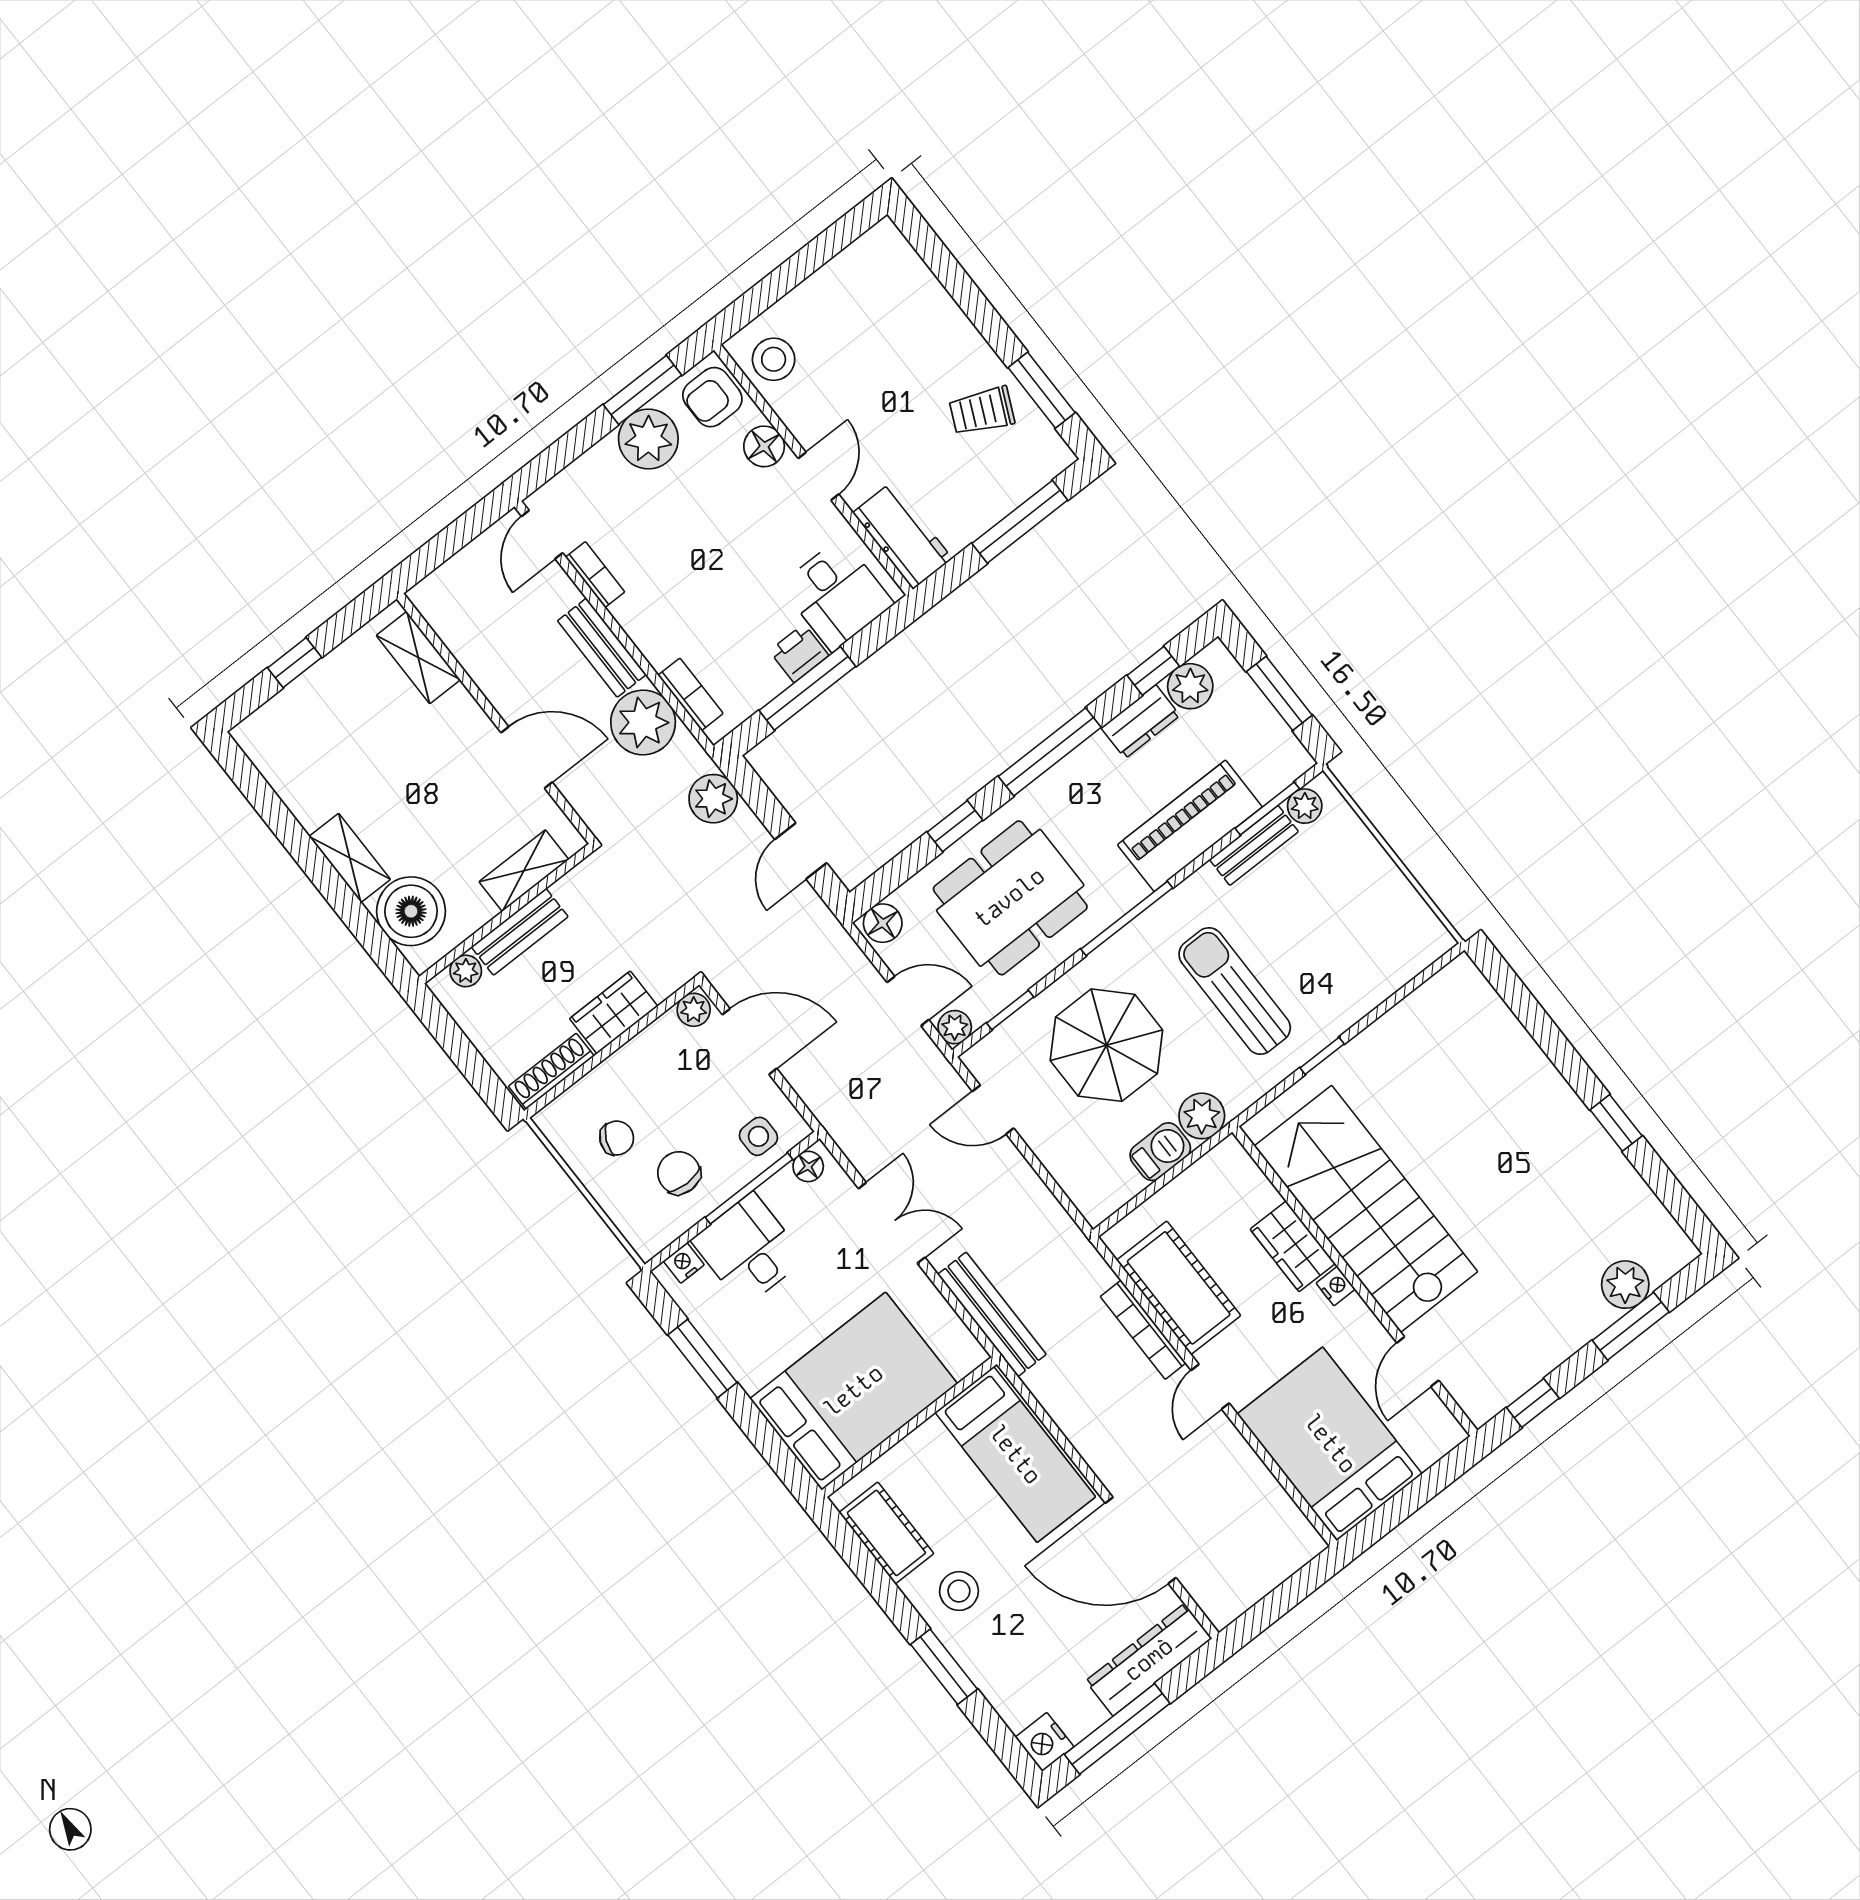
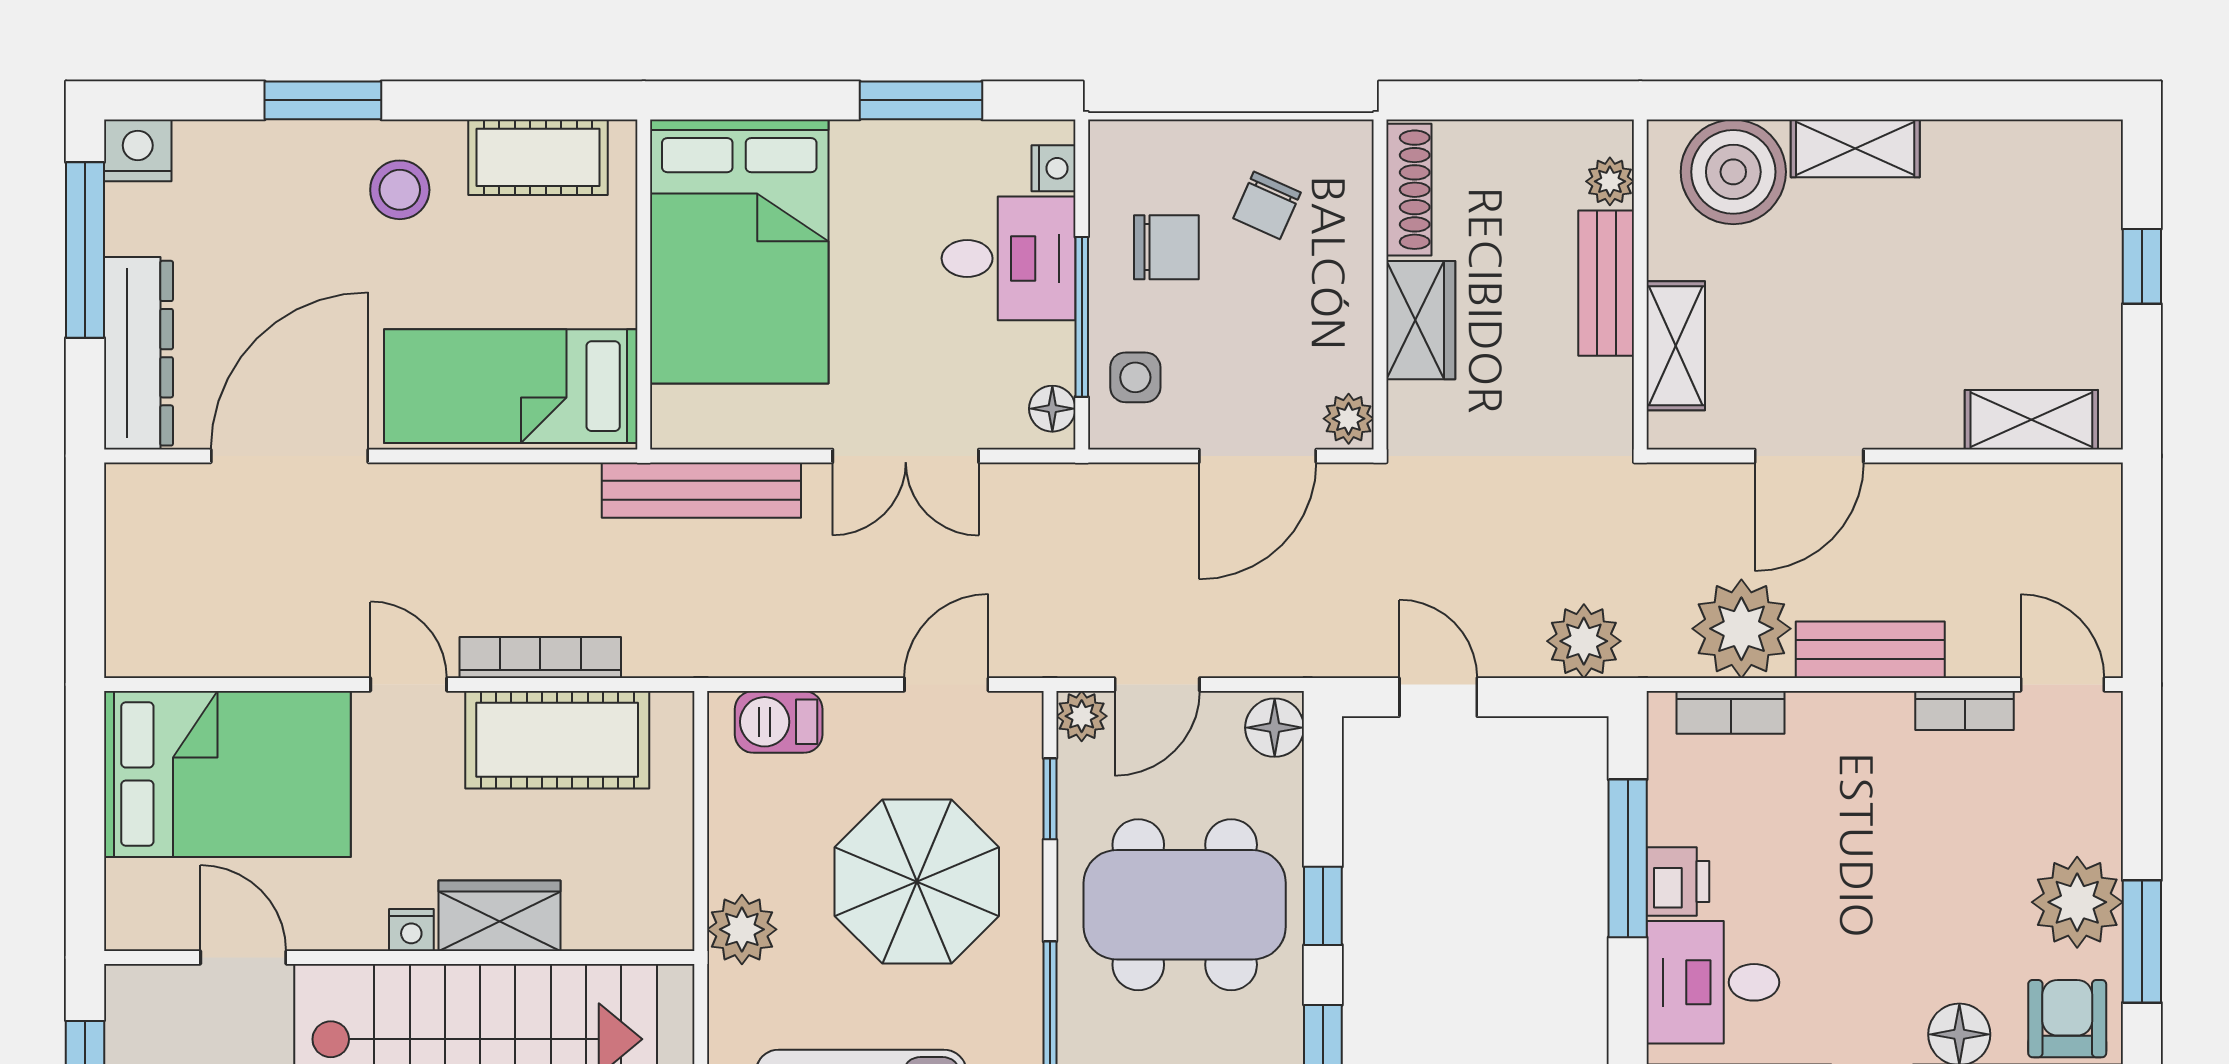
dining table: (1010, 898) -> (1185, 905), turned 90
barbecue: (1160, 1152) -> (779, 722), moved, turned 90

